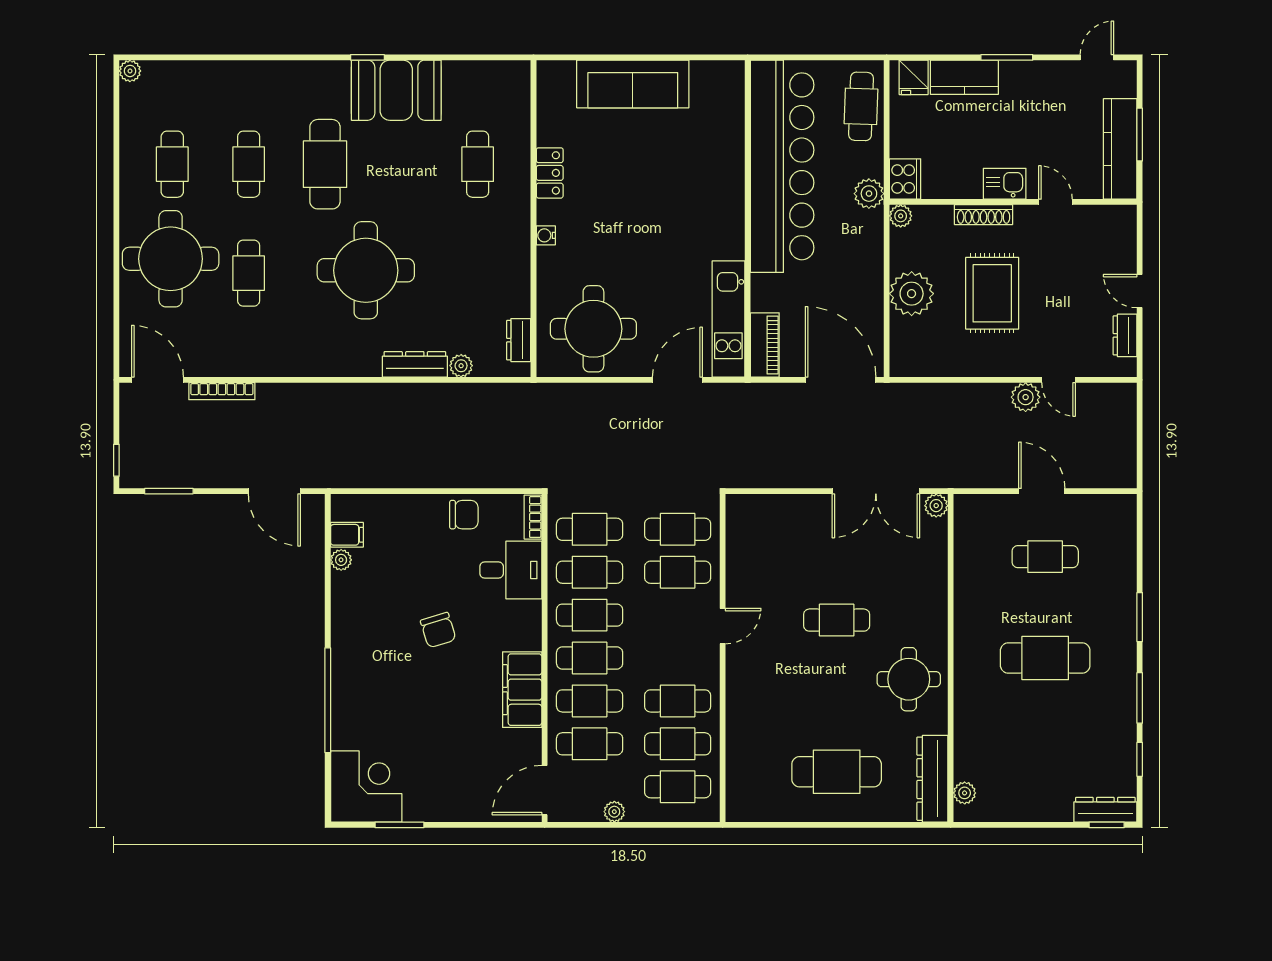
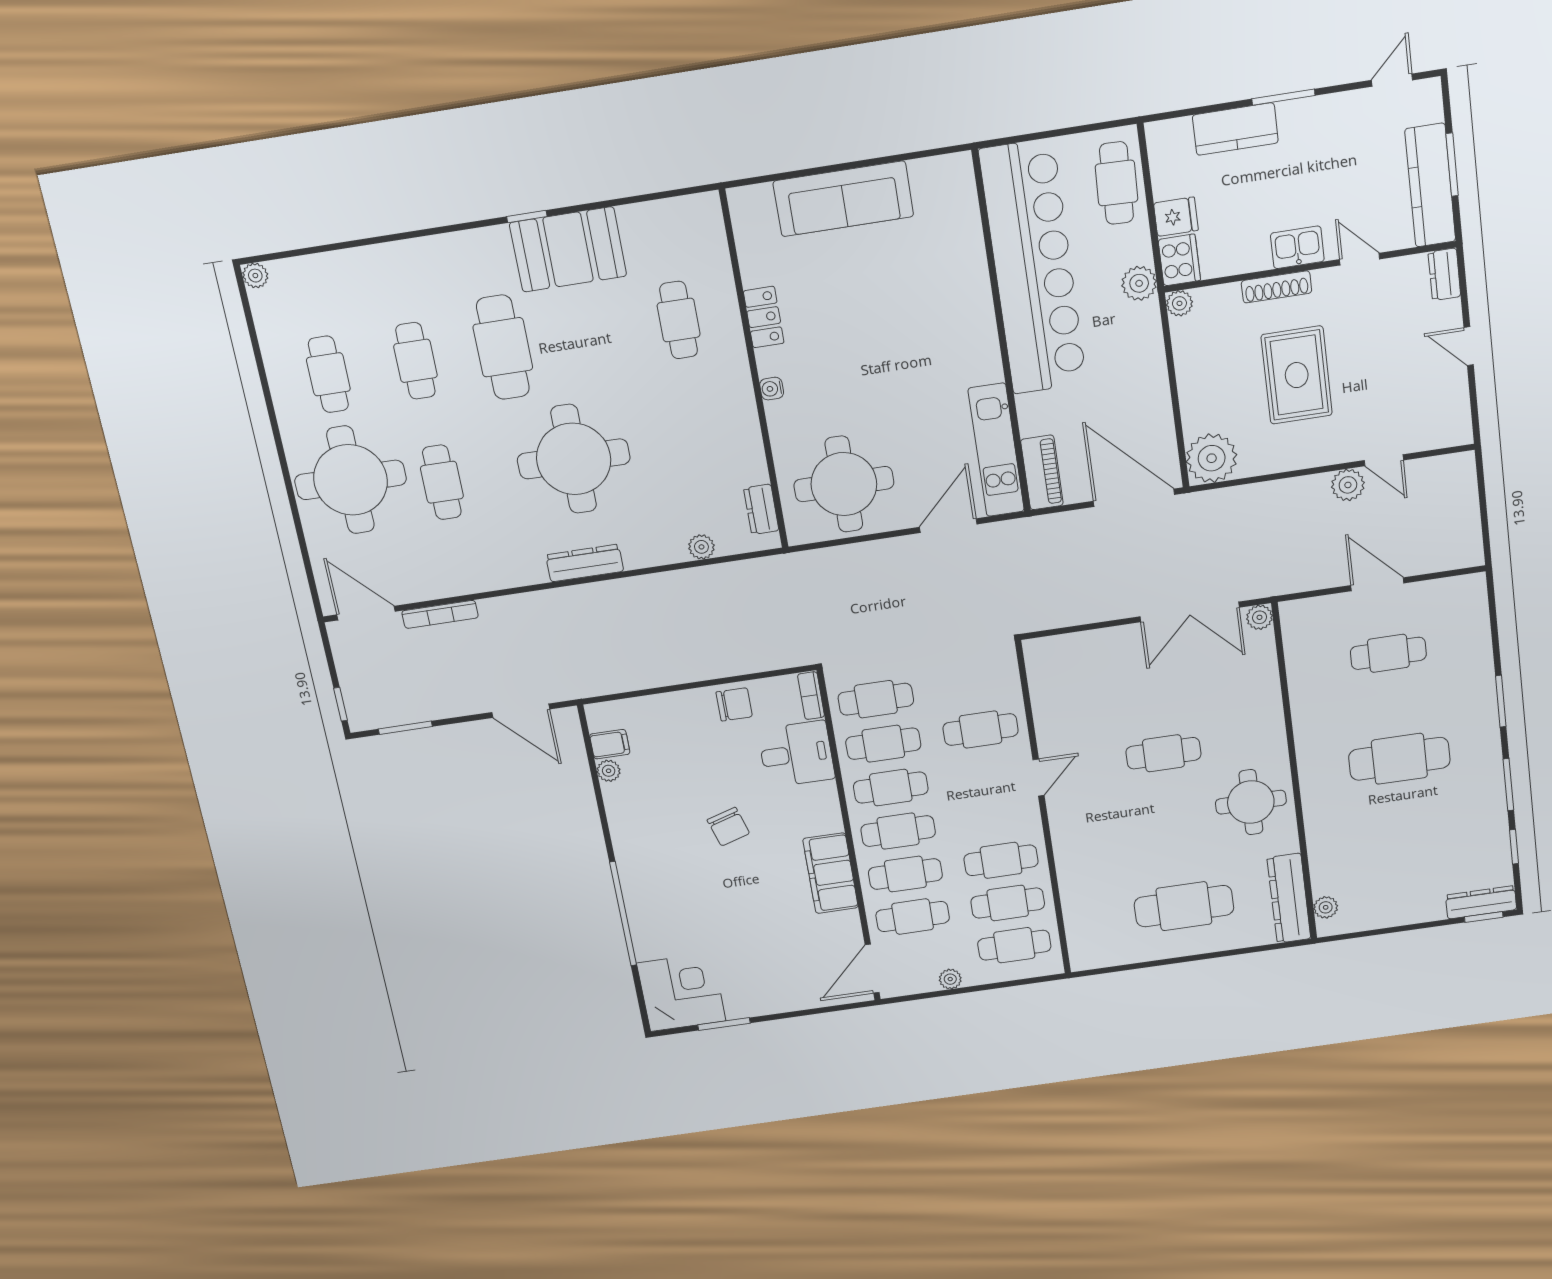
fridge: (914, 77) -> (1176, 217), moved, turned -90
plant: (912, 294) -> (1212, 458), moved
dresser: (1125, 335) -> (1444, 274), moved
dresser: (415, 364) -> (585, 563), moved
cafe table: (678, 529) -> (974, 685), removed

